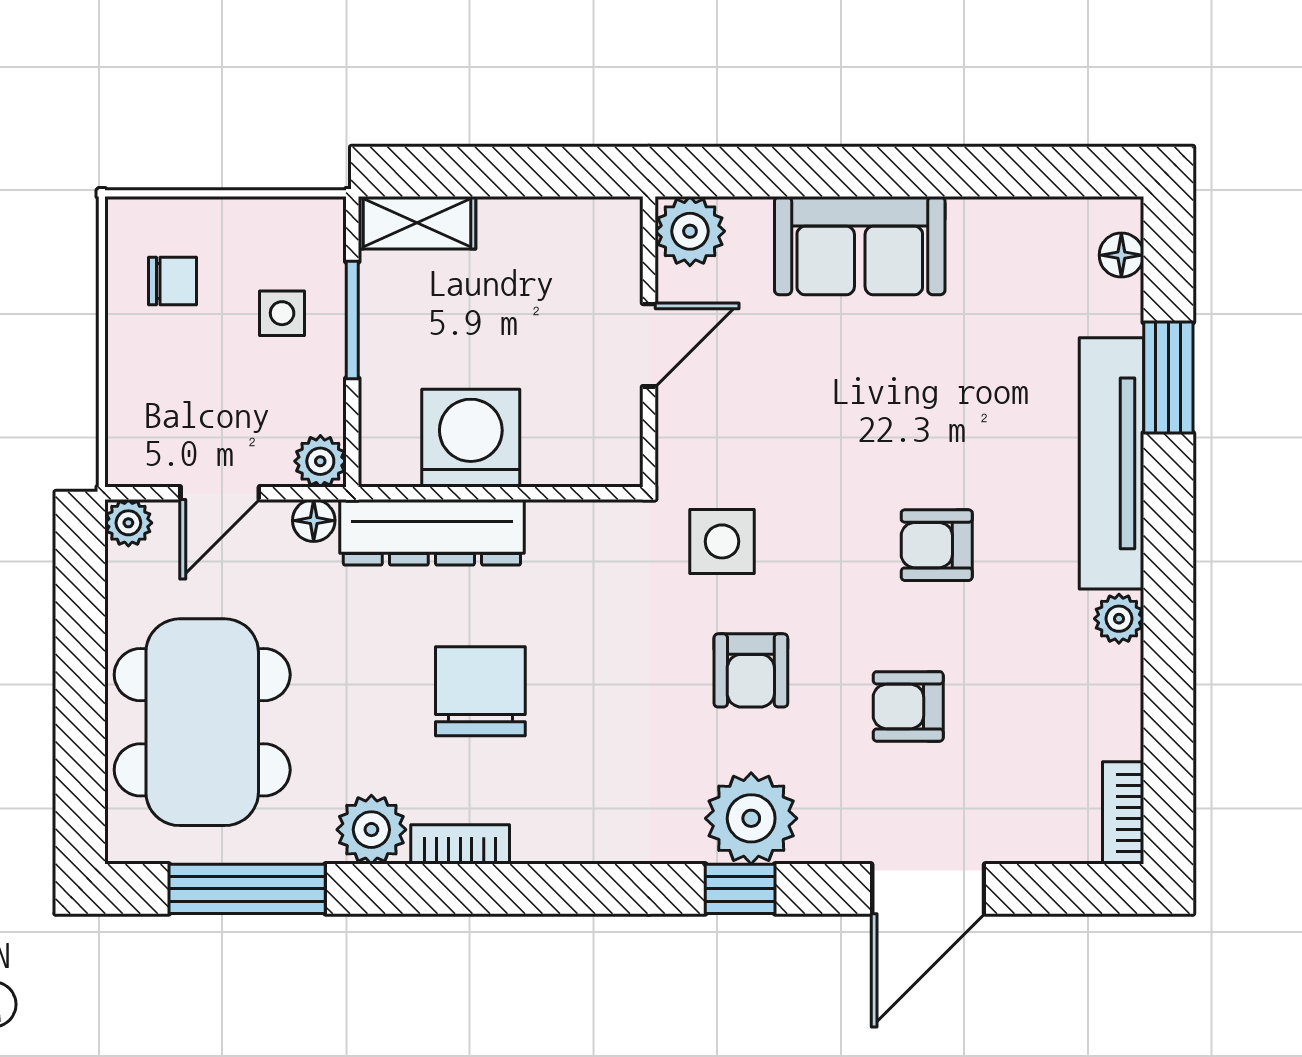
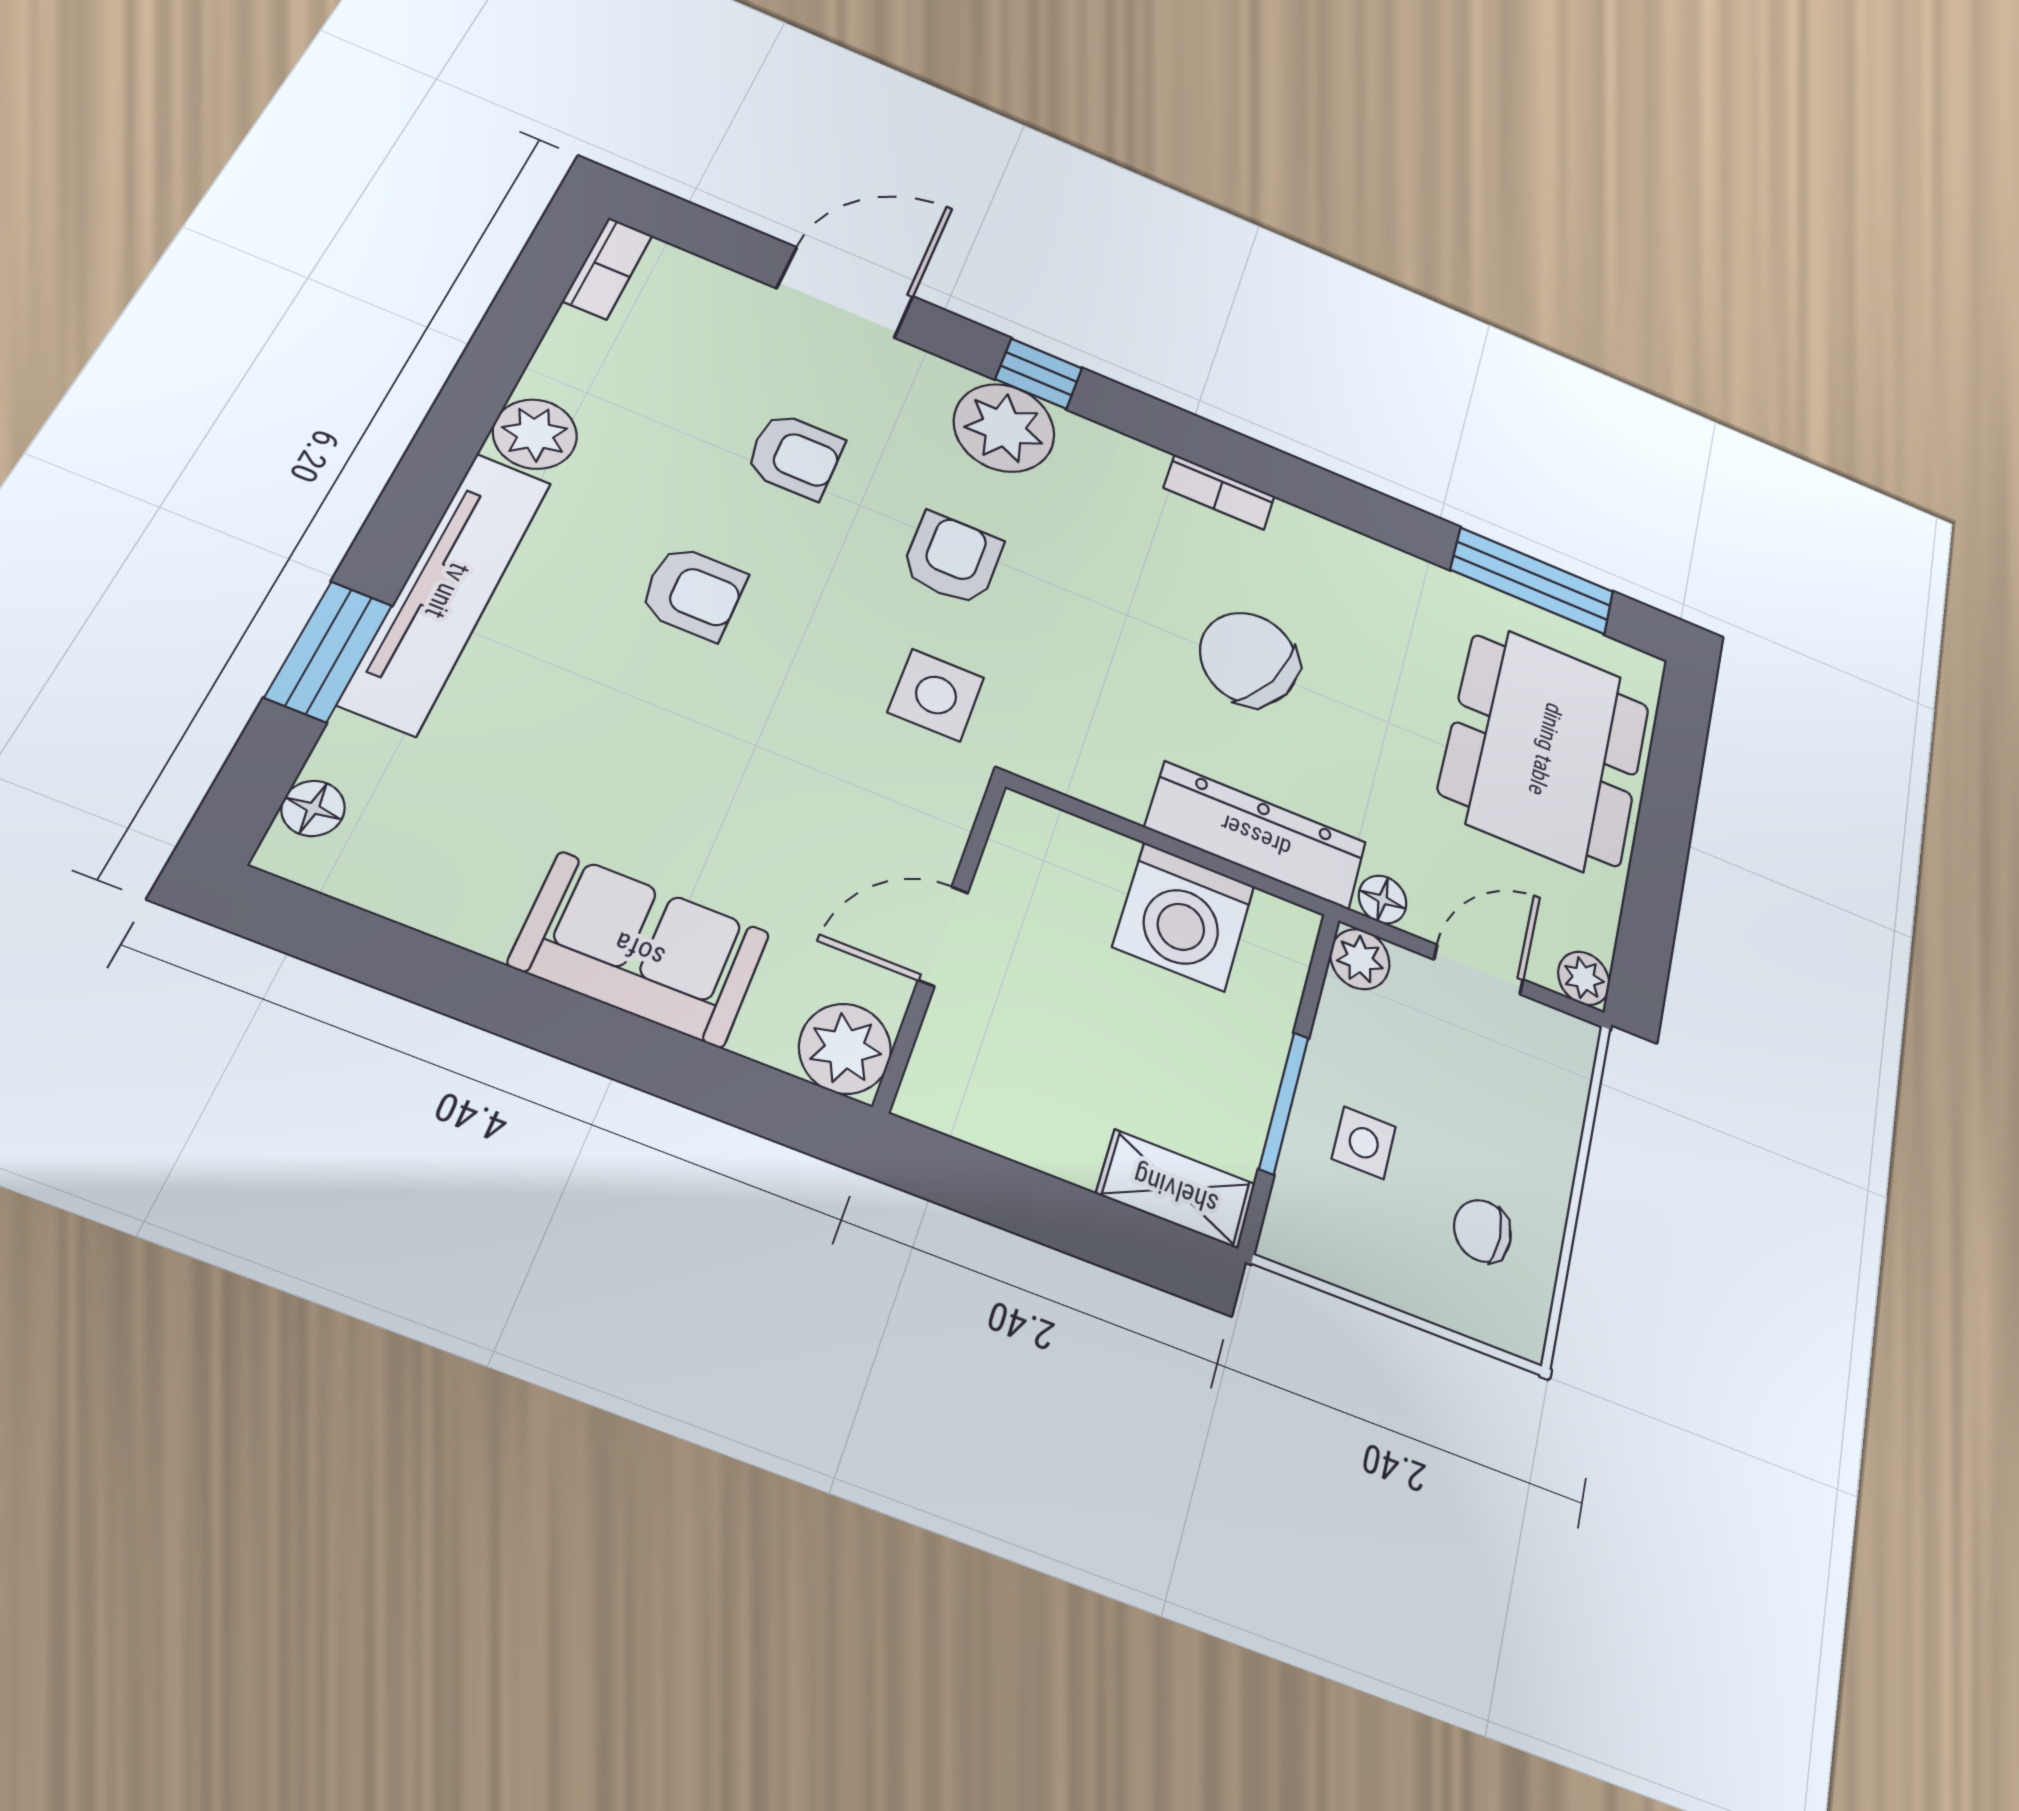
plant: (1119, 619) -> (535, 434), width x1.38, depth x1.38
chair: (480, 691) -> (1249, 659), turned 116
plant: (371, 830) -> (1396, 580), removed
bookcase: (460, 844) -> (1219, 492), moved

